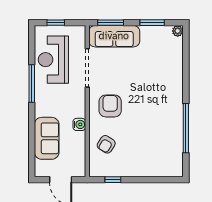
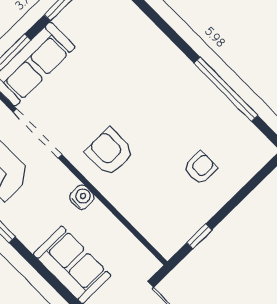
water cooler: (79, 124) -> (82, 197), moved
armchair: (106, 144) -> (200, 168), moved, turned -122

